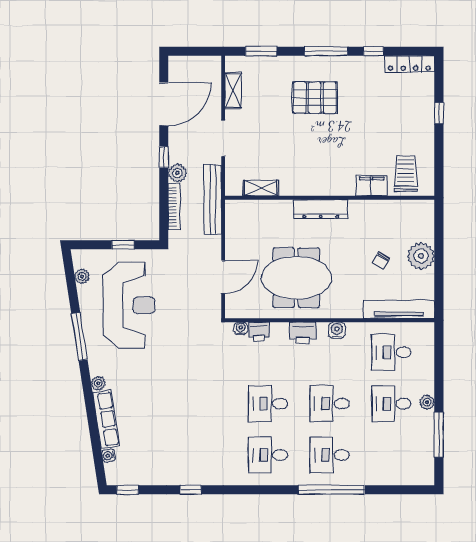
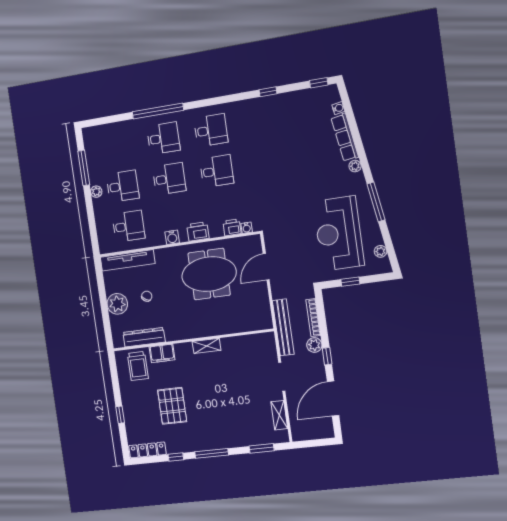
pallet: (315, 98) -> (172, 406), moved, turned 90
shelving: (261, 188) -> (206, 346), moved
dresser: (321, 209) -> (144, 337), moved

